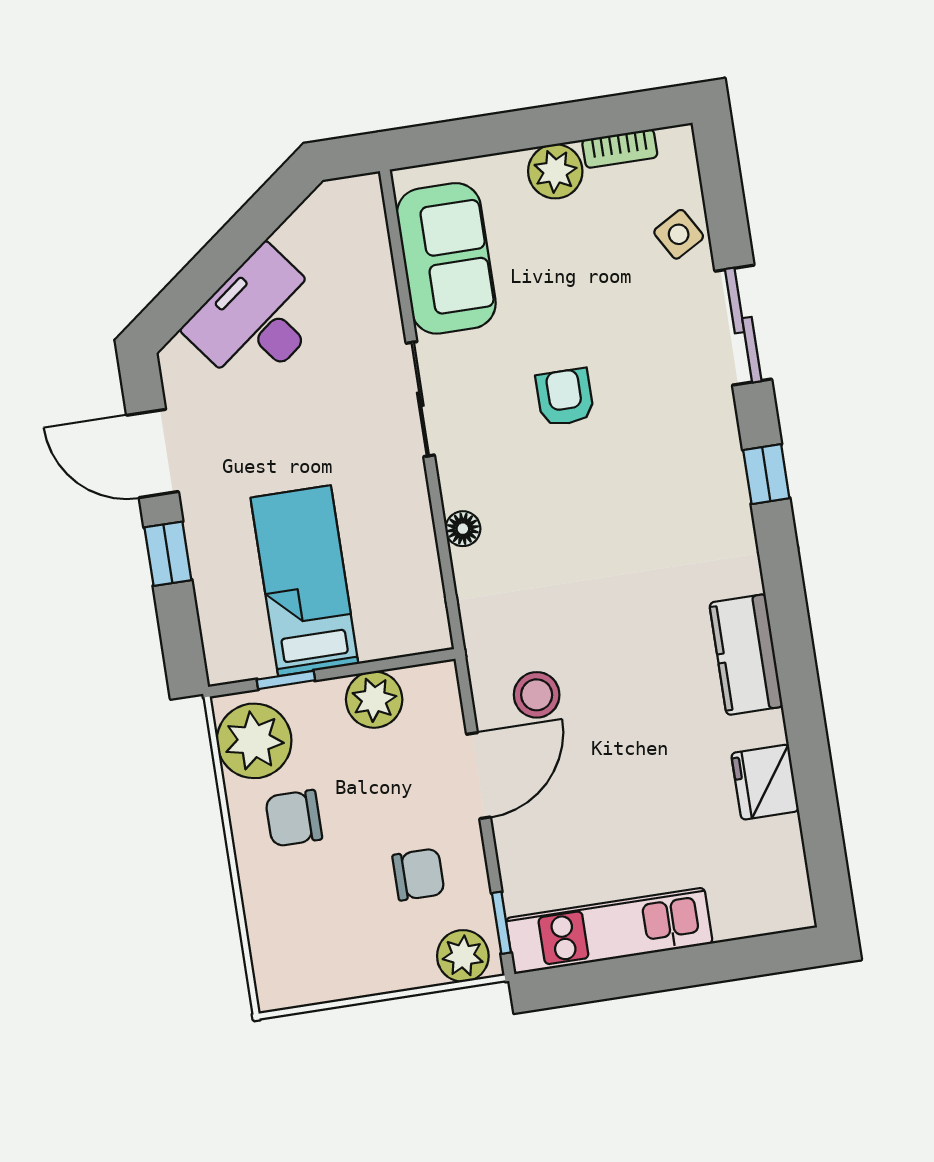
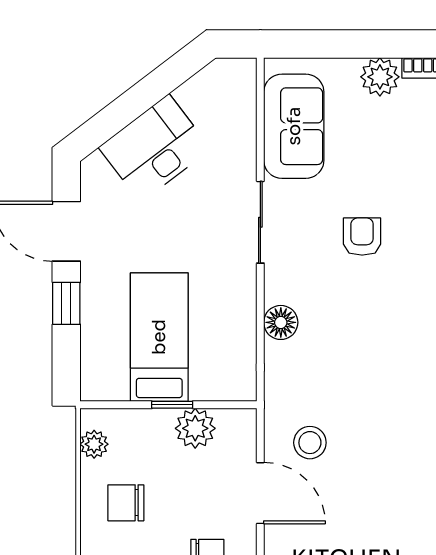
floor lamp: (463, 529) -> (281, 322), width x1.37, depth x1.37
window: (286, 680) -> (172, 405), moved
plant: (254, 741) -> (94, 444), width x0.53, depth x0.53
door: (479, 776) -> (260, 493), hinge flipped

